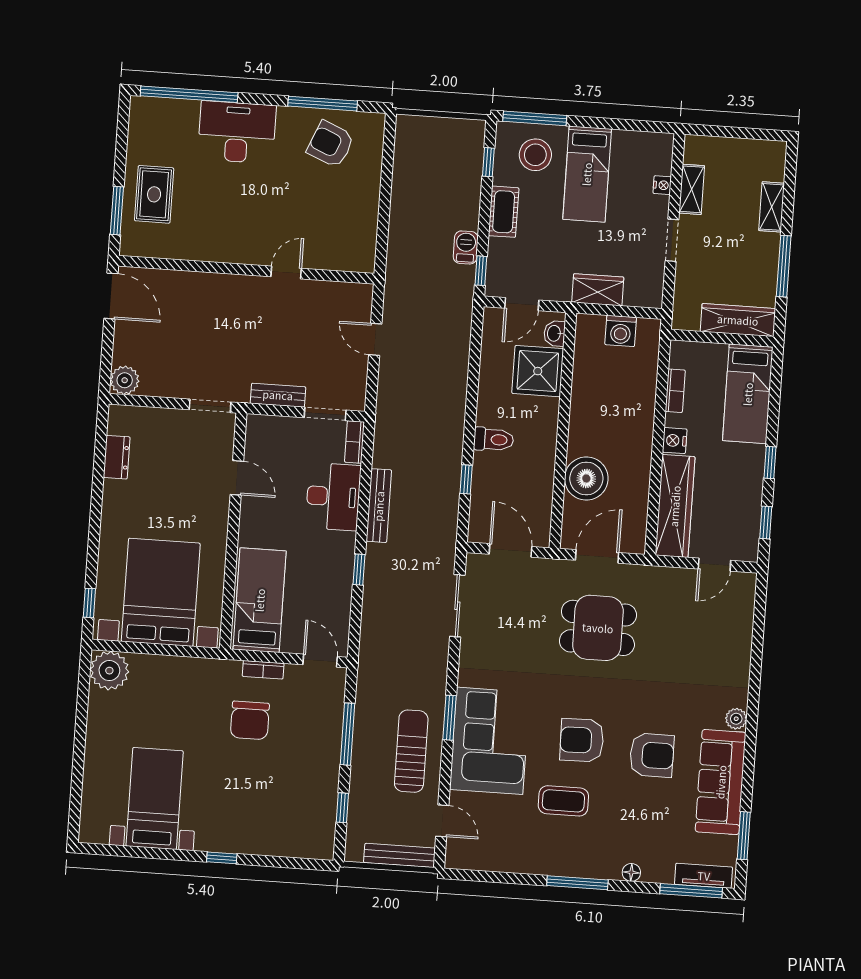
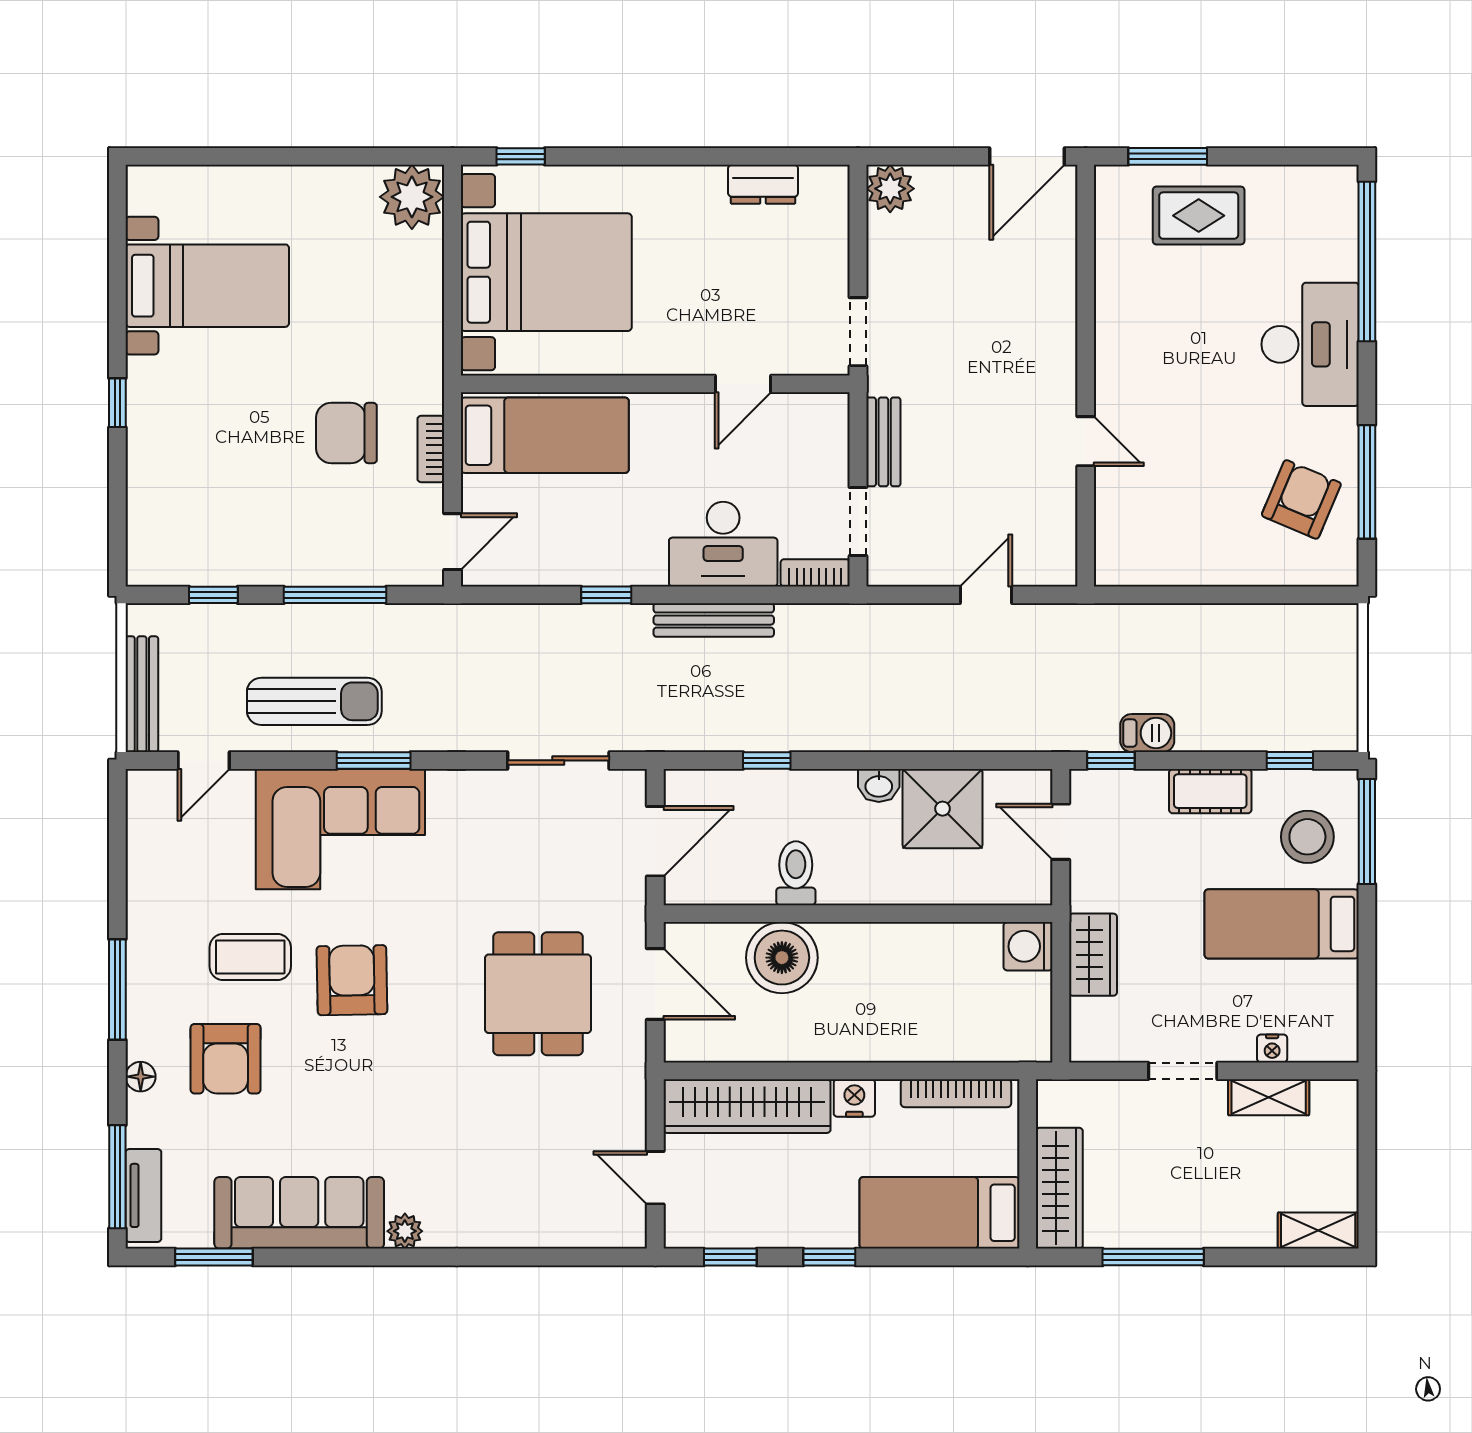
shelving: (772, 207) -> (1318, 1231), moved
washing machine: (621, 331) -> (1028, 946), moved
washbasin: (554, 333) -> (879, 785), moved, turned 180
shower: (538, 371) -> (943, 809), moved
bookcase: (675, 391) -> (956, 1093), width x1.56
toilet: (494, 439) -> (796, 873), moved, turned 180
armchair: (652, 755) -> (226, 1059), moved
coffee table: (563, 801) -> (250, 957), turned 90

